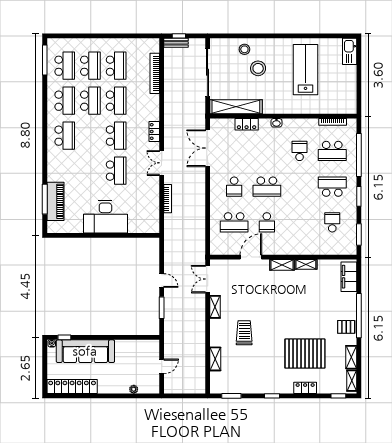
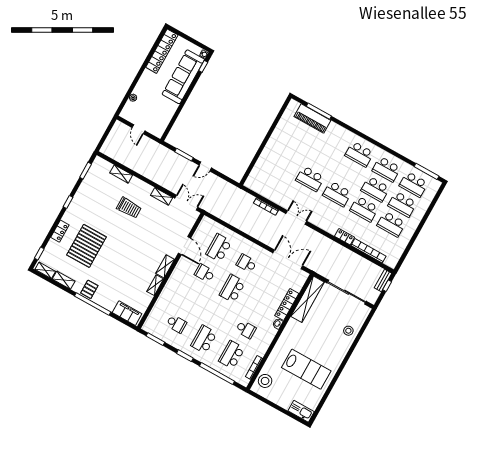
stool: (258, 68) -> (265, 381), moved
locker: (247, 124) -> (287, 305), width x1.53
locker: (154, 131) -> (344, 237), moved
school desk: (332, 187) -> (204, 339), turned 180
desk: (105, 217) -> (279, 151), removed

